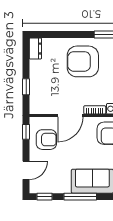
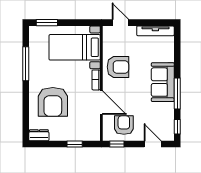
armchair: (83, 61) -> (53, 102), moved

